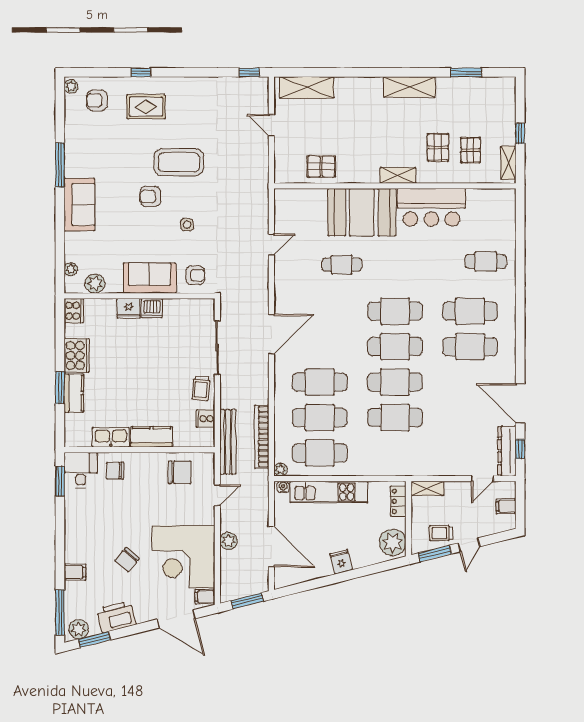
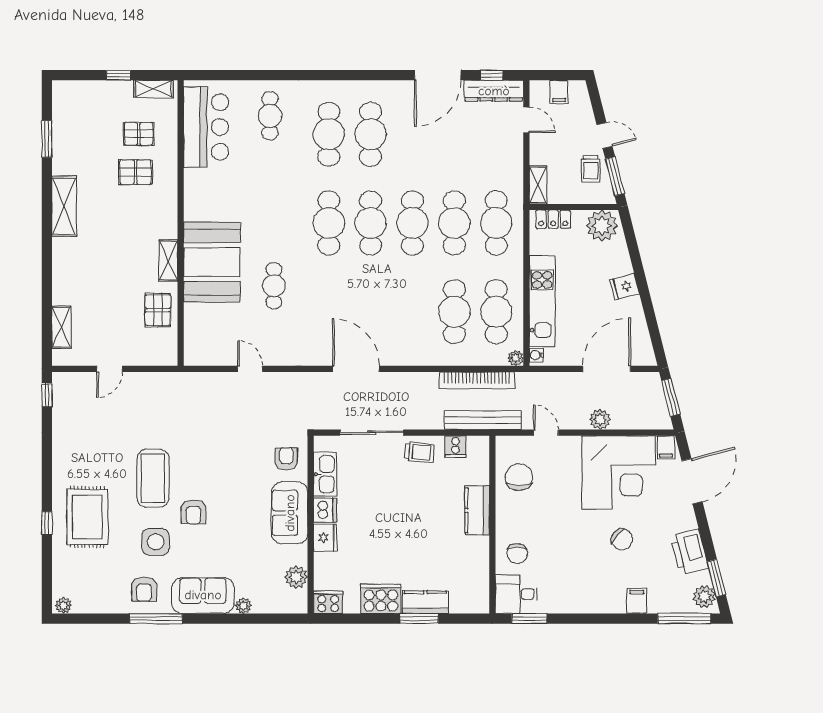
shelving: (307, 87) -> (61, 327), width x0.67, depth x0.75
armchair: (97, 100) -> (144, 589), moved
rug: (146, 107) -> (87, 517), width x1.36, depth x1.43
shelving: (398, 175) -> (168, 261), moved
bar counter: (431, 207) -> (206, 127), moved
side table: (187, 225) -> (156, 542), moved, width x1.87, depth x1.87
plant: (71, 269) -> (244, 606), moved
cafe table: (320, 382) -> (496, 223), moved
kitchen sink: (111, 437) -> (325, 474), moved, turned 180

